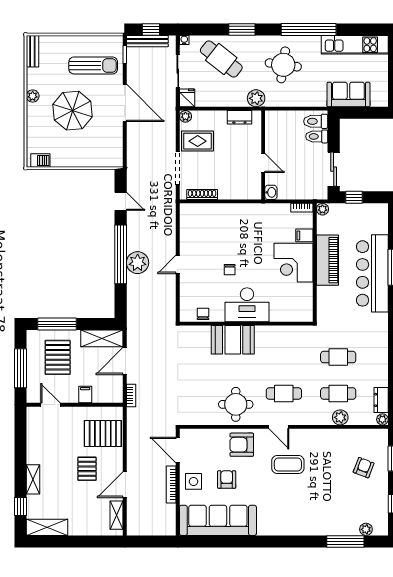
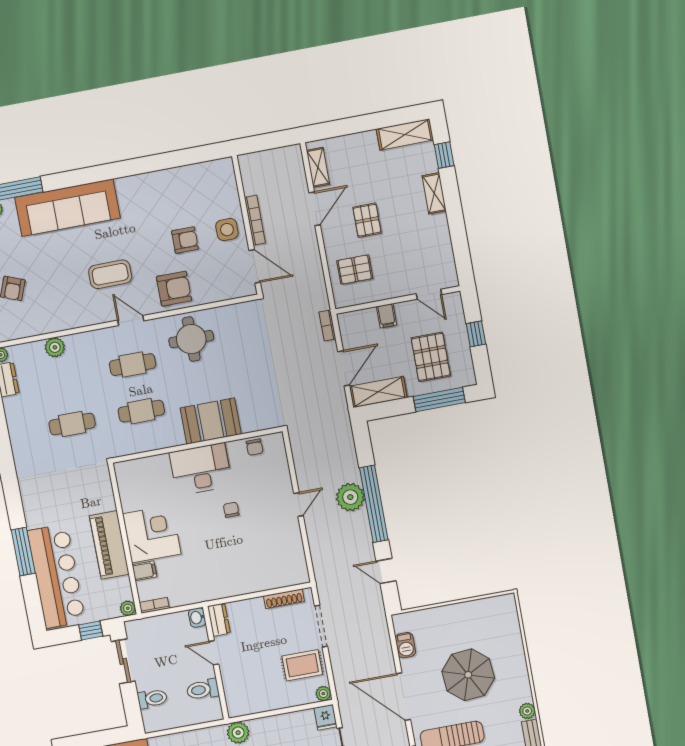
plant: (33, 96) -> (527, 711), moved
dresser: (239, 117) -> (219, 620), moved, turned 90
toilet: (316, 121) -> (203, 689), moved, turned 180
barbecue: (40, 160) -> (405, 645), moved, turned -90
bar counter: (372, 273) -> (56, 576), moved
window: (20, 368) -> (476, 334), width x0.46
cafe table: (338, 393) -> (141, 411), moved
pallet: (103, 434) -> (355, 270), width x0.67, depth x0.71
armchair: (227, 480) -> (185, 240), turned -90
sofa: (218, 520) -> (67, 208), moved

